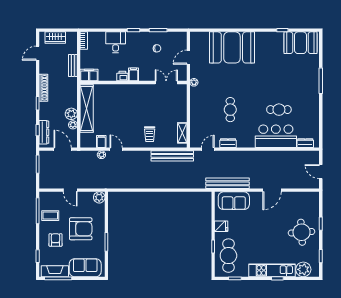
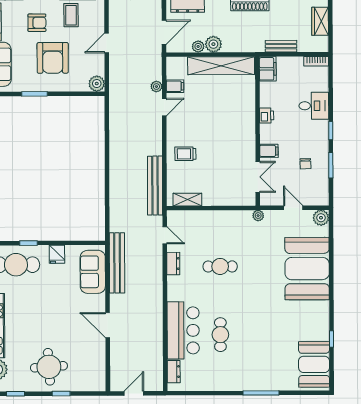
plant: (196, 37) -> (321, 218), added
filing cabinet: (134, 74) -> (269, 151), moved

